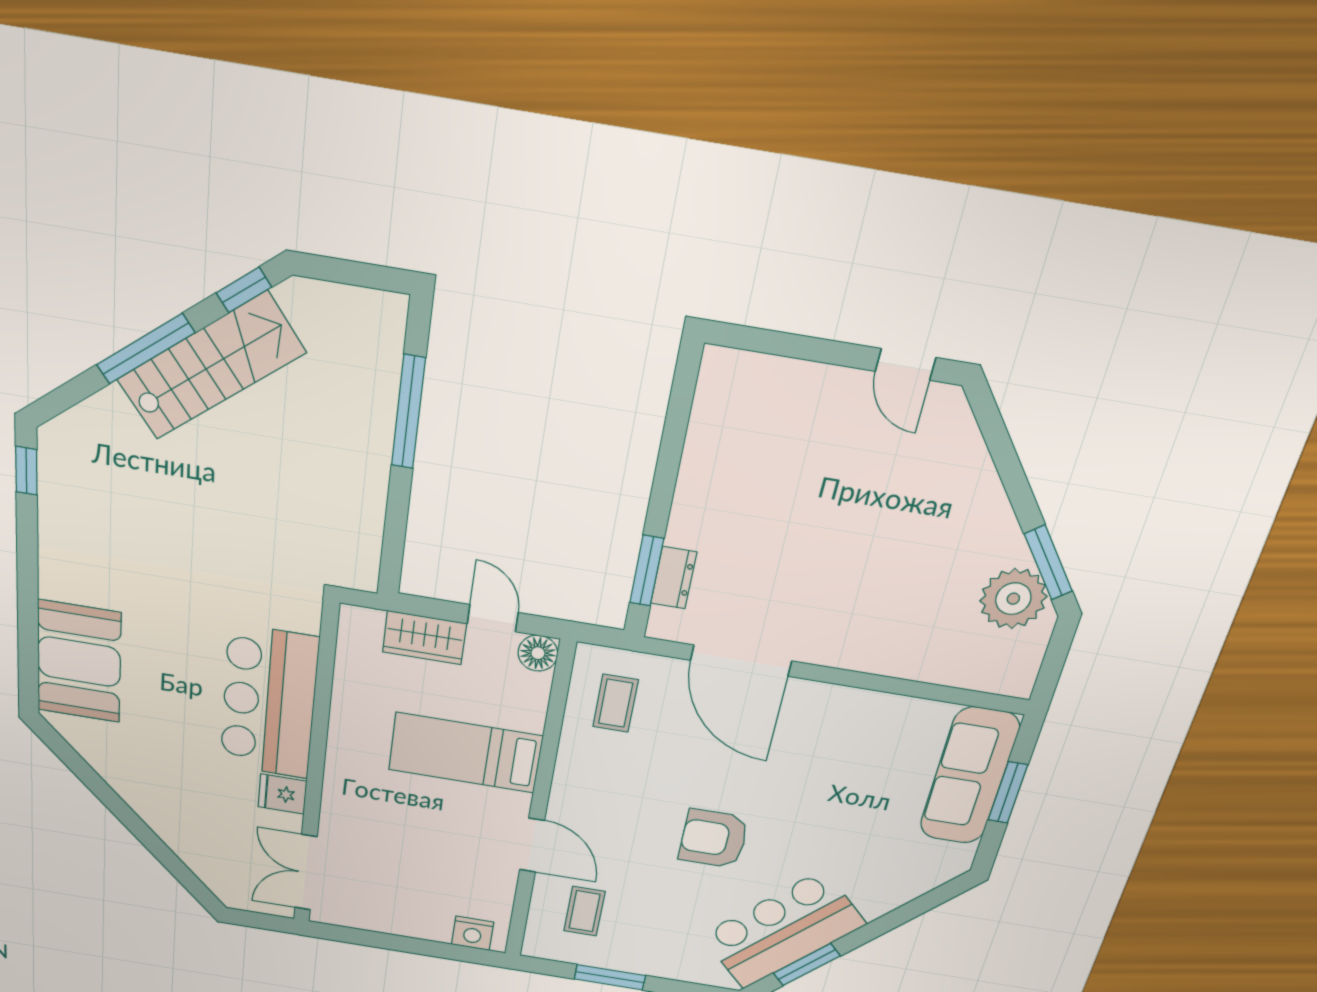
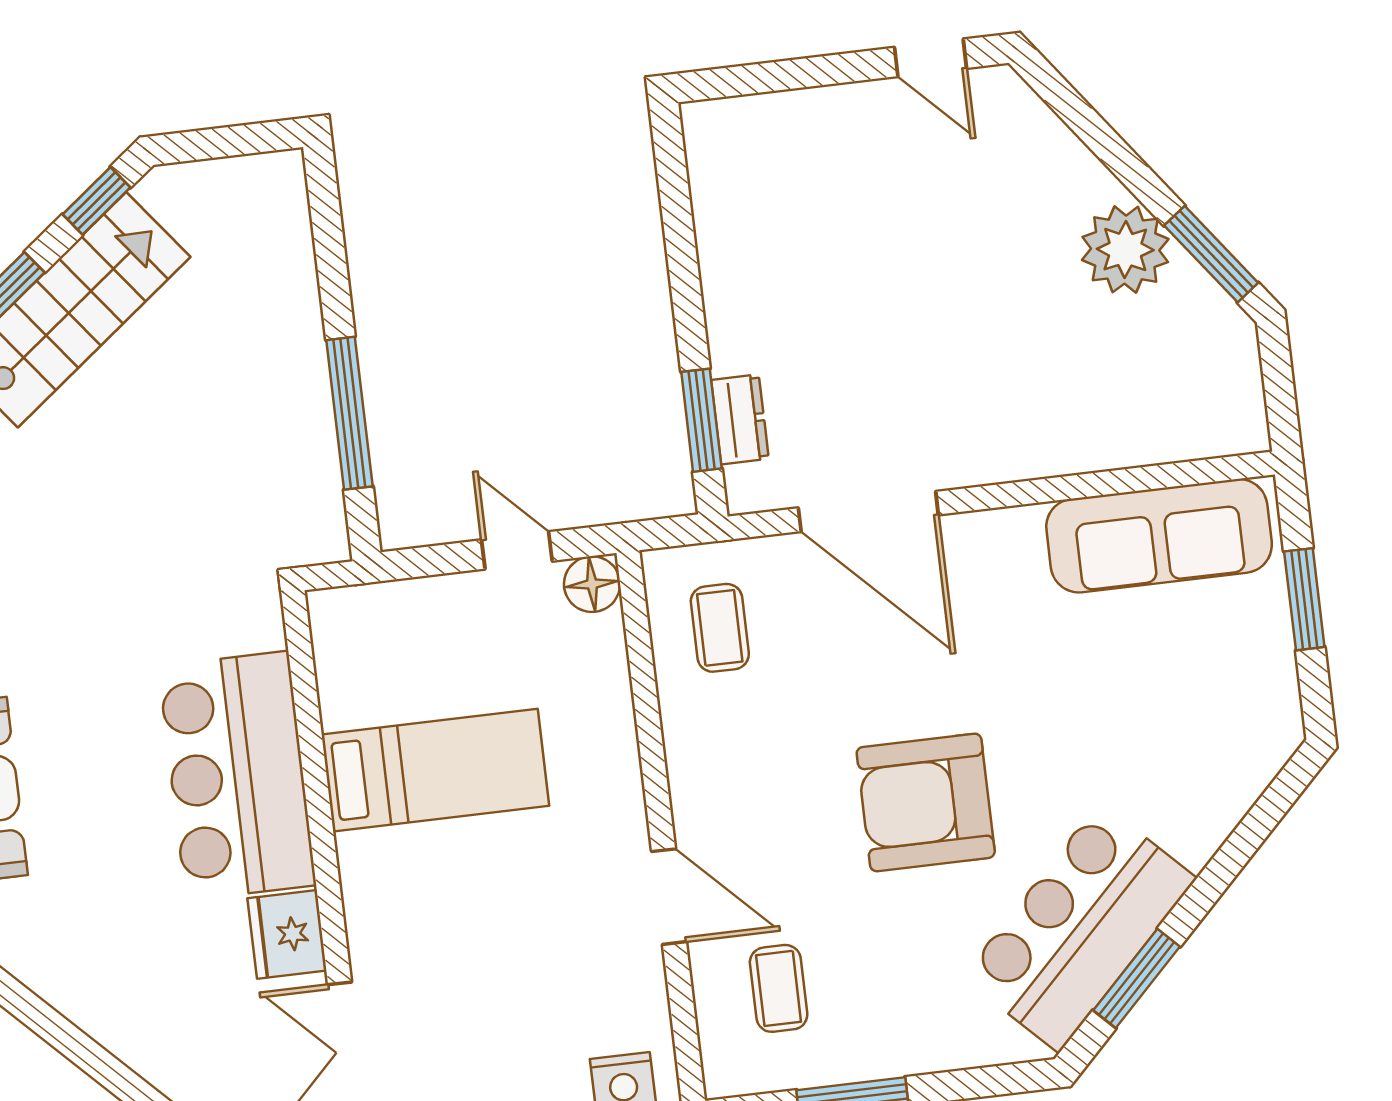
window: (408, 412) -> (349, 413), moved
plant: (1013, 599) -> (1125, 250), moved
wardrobe: (424, 638) -> (432, 608), removed
bed: (465, 753) -> (435, 770), moved, turned 180
sofa: (969, 776) -> (1159, 536), moved, turned -90
fridge: (282, 794) -> (287, 934), width x1.38
armchair: (714, 839) -> (926, 802), width x1.36, depth x1.36

